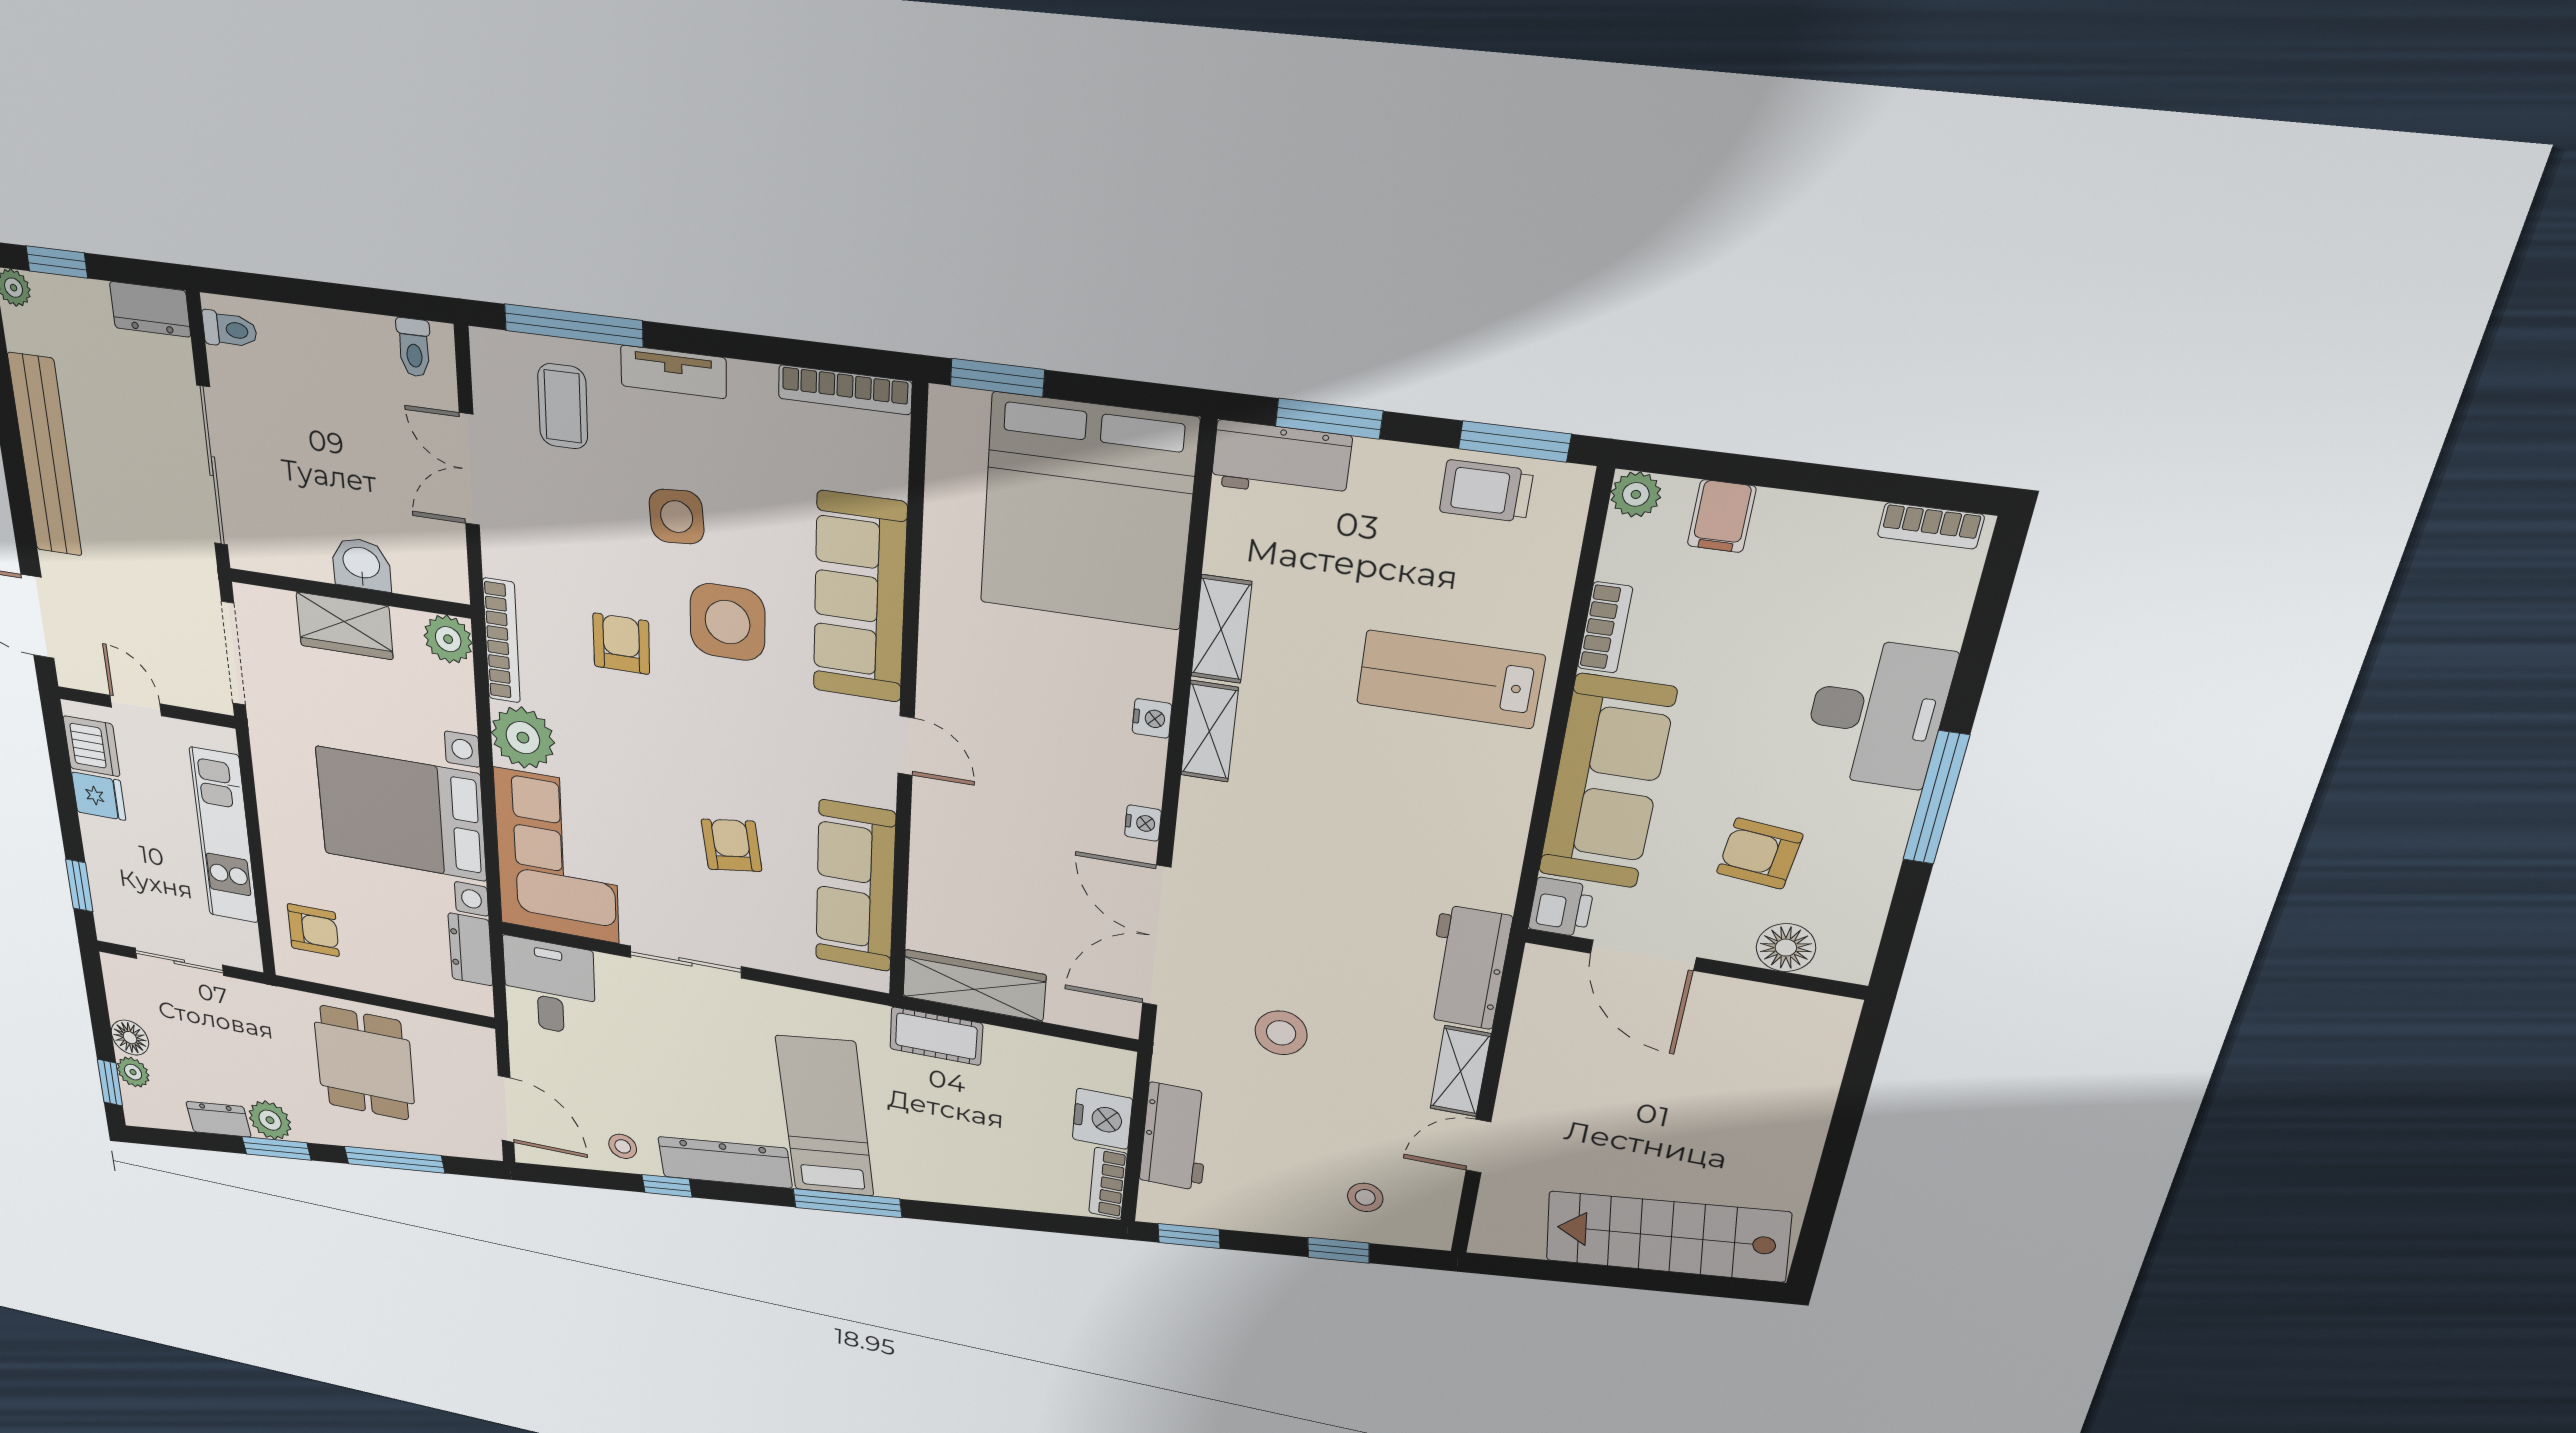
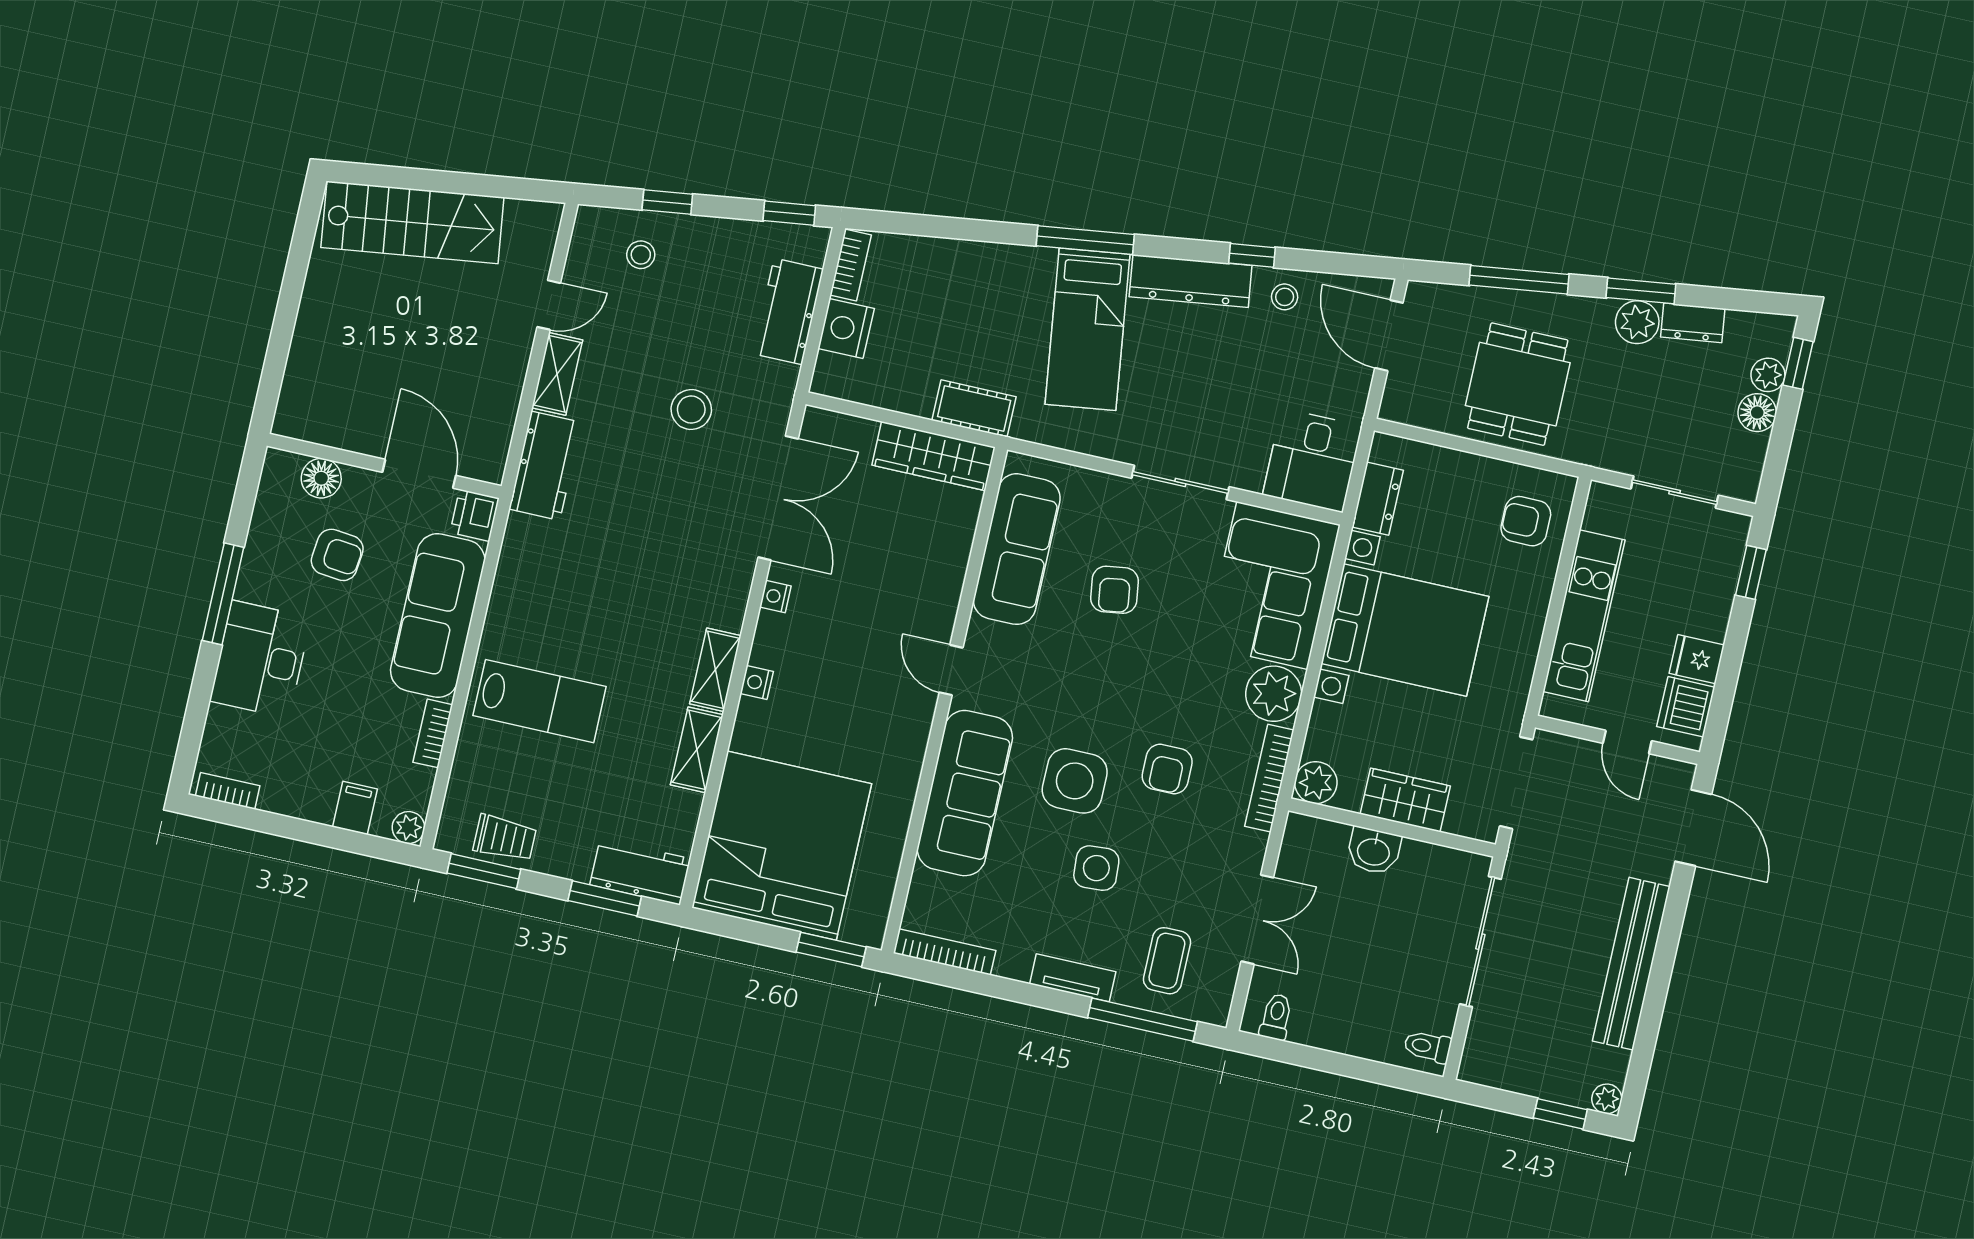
dresser: (150, 309) -> (1491, 1069), removed

